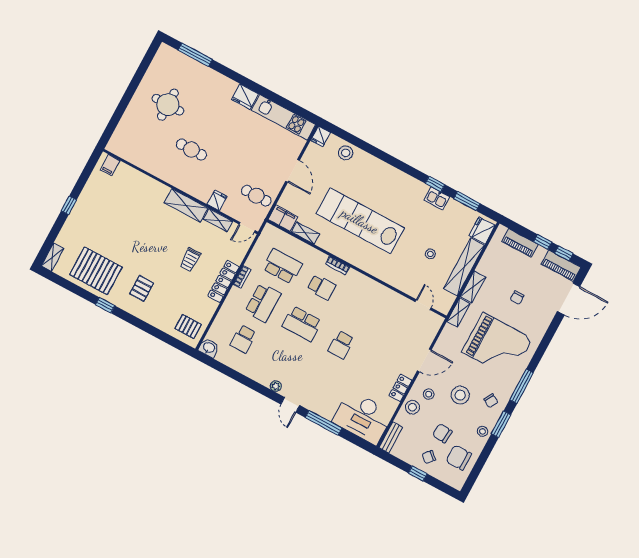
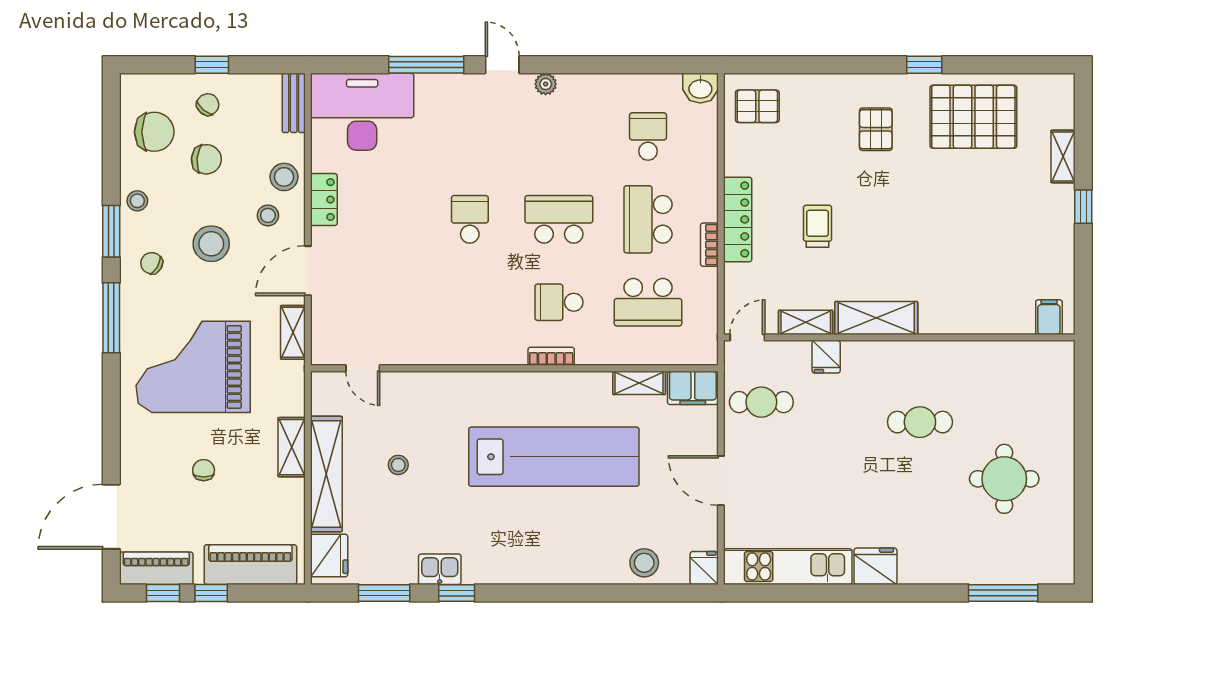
piano: (520, 243) -> (250, 565), width x1.37, depth x1.33
shelving: (53, 257) -> (1063, 156), moved
shelving: (458, 312) -> (293, 332), moved

